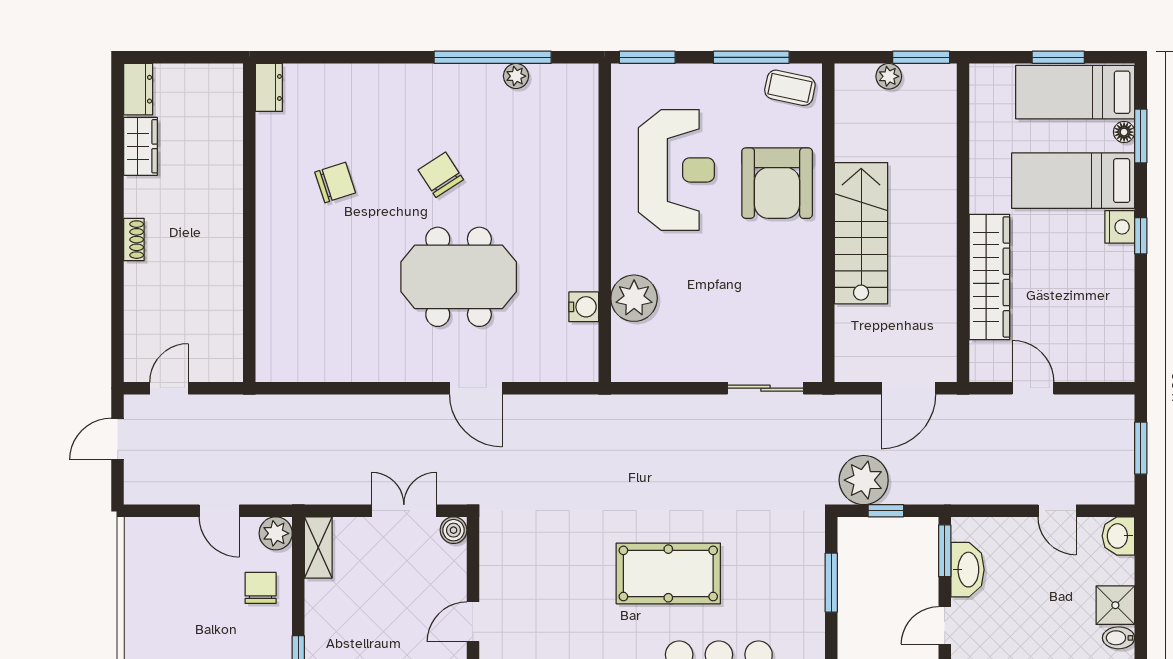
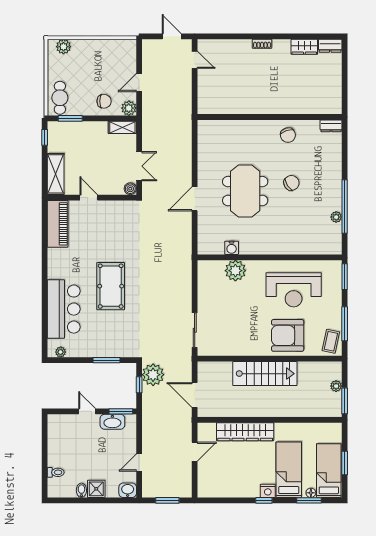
dresser: (269, 87) -> (331, 126), moved
wall: (249, 223) -> (270, 117), moved

